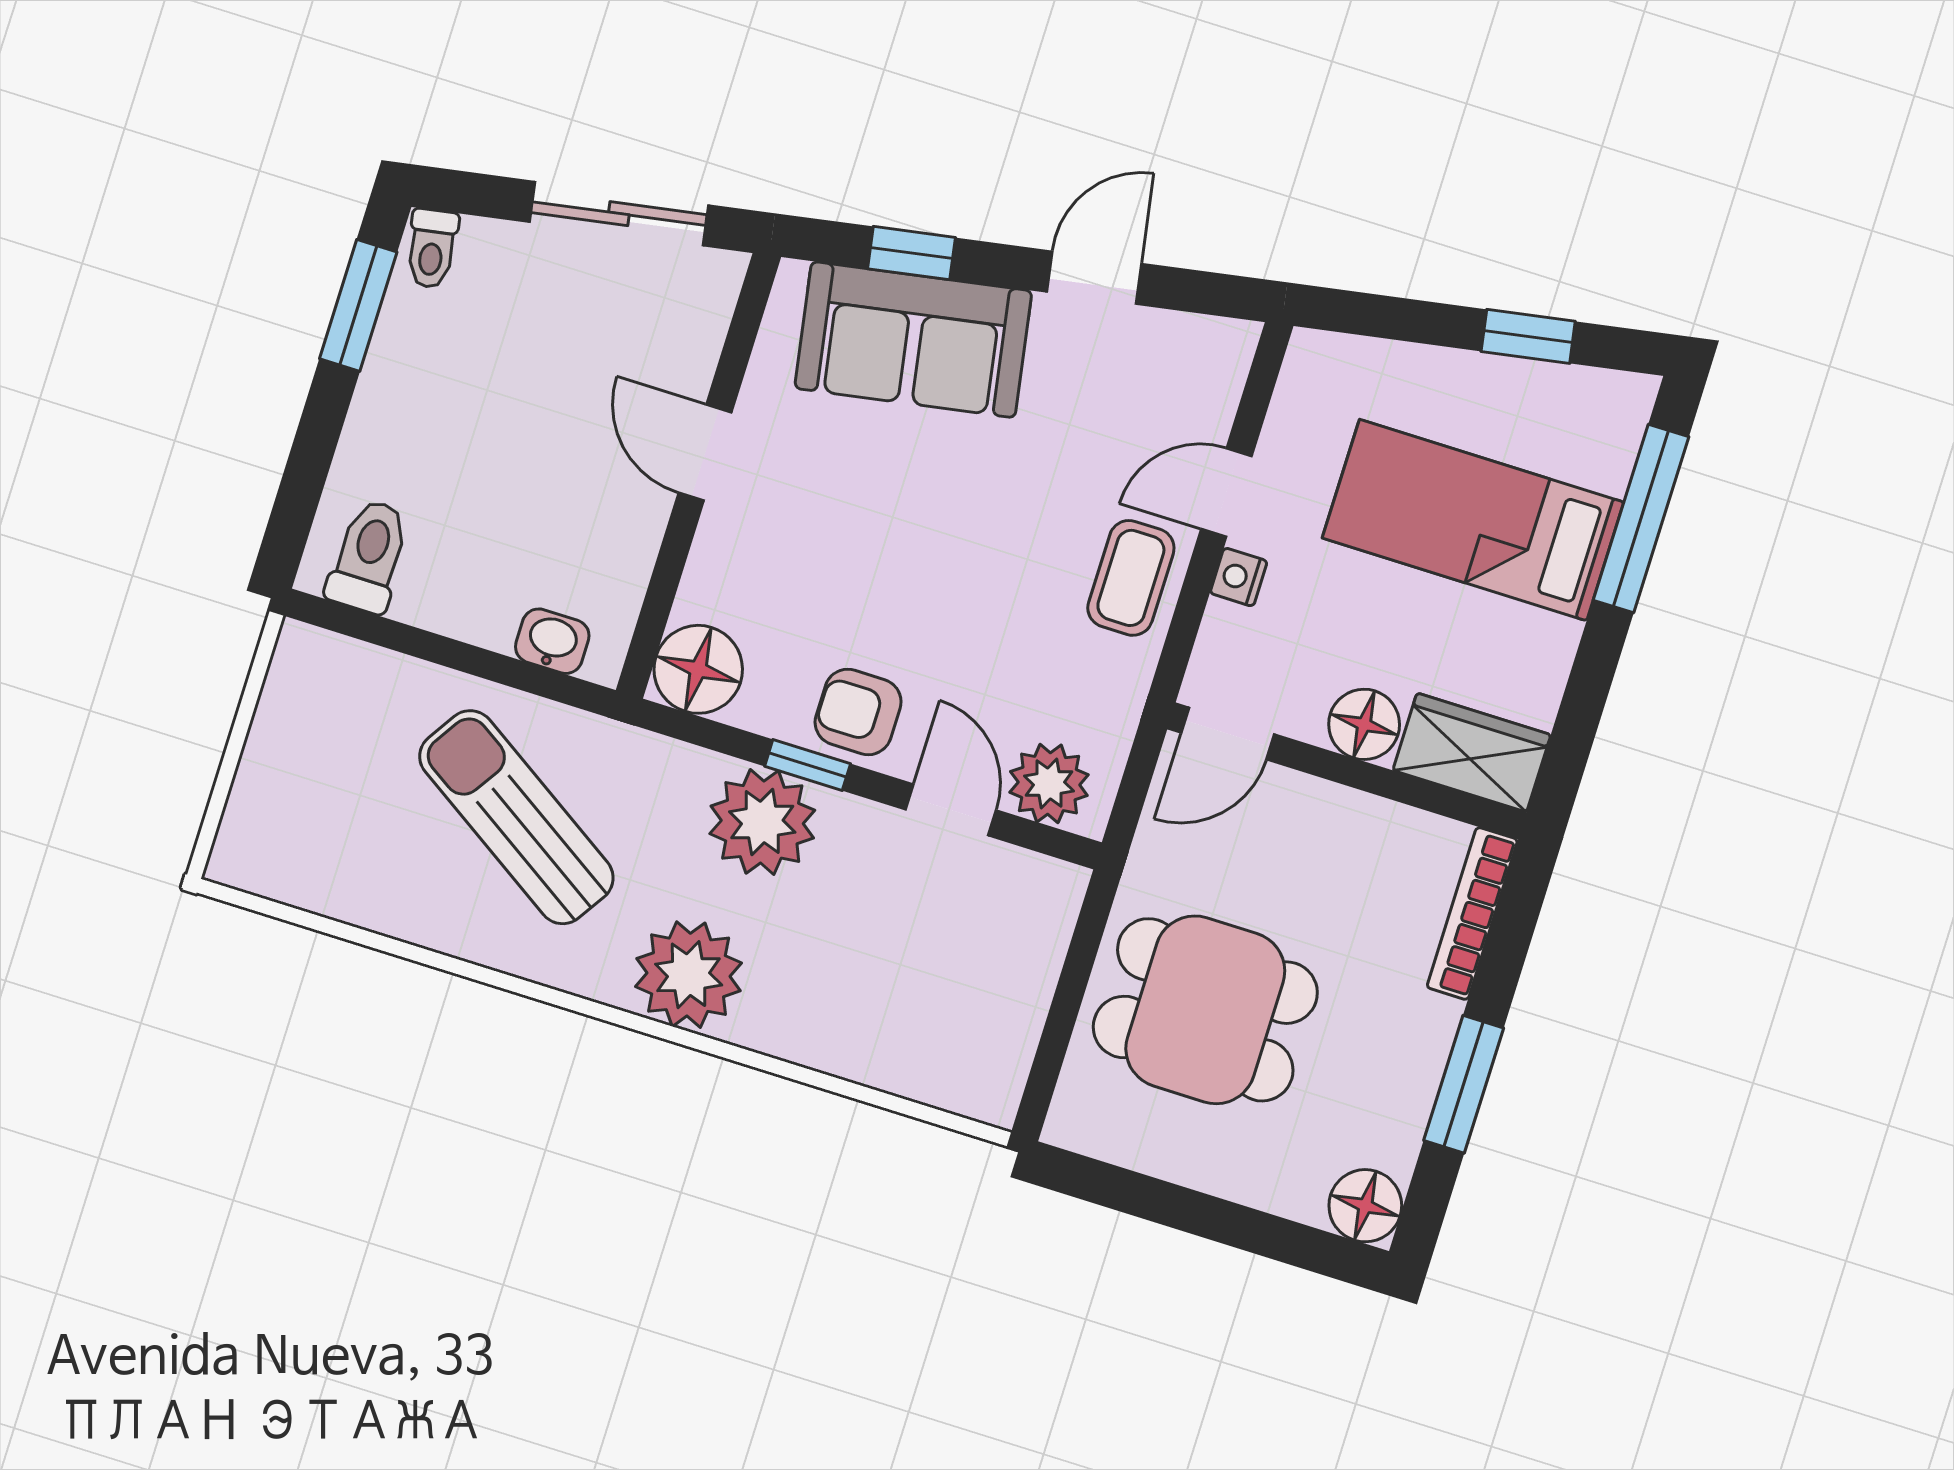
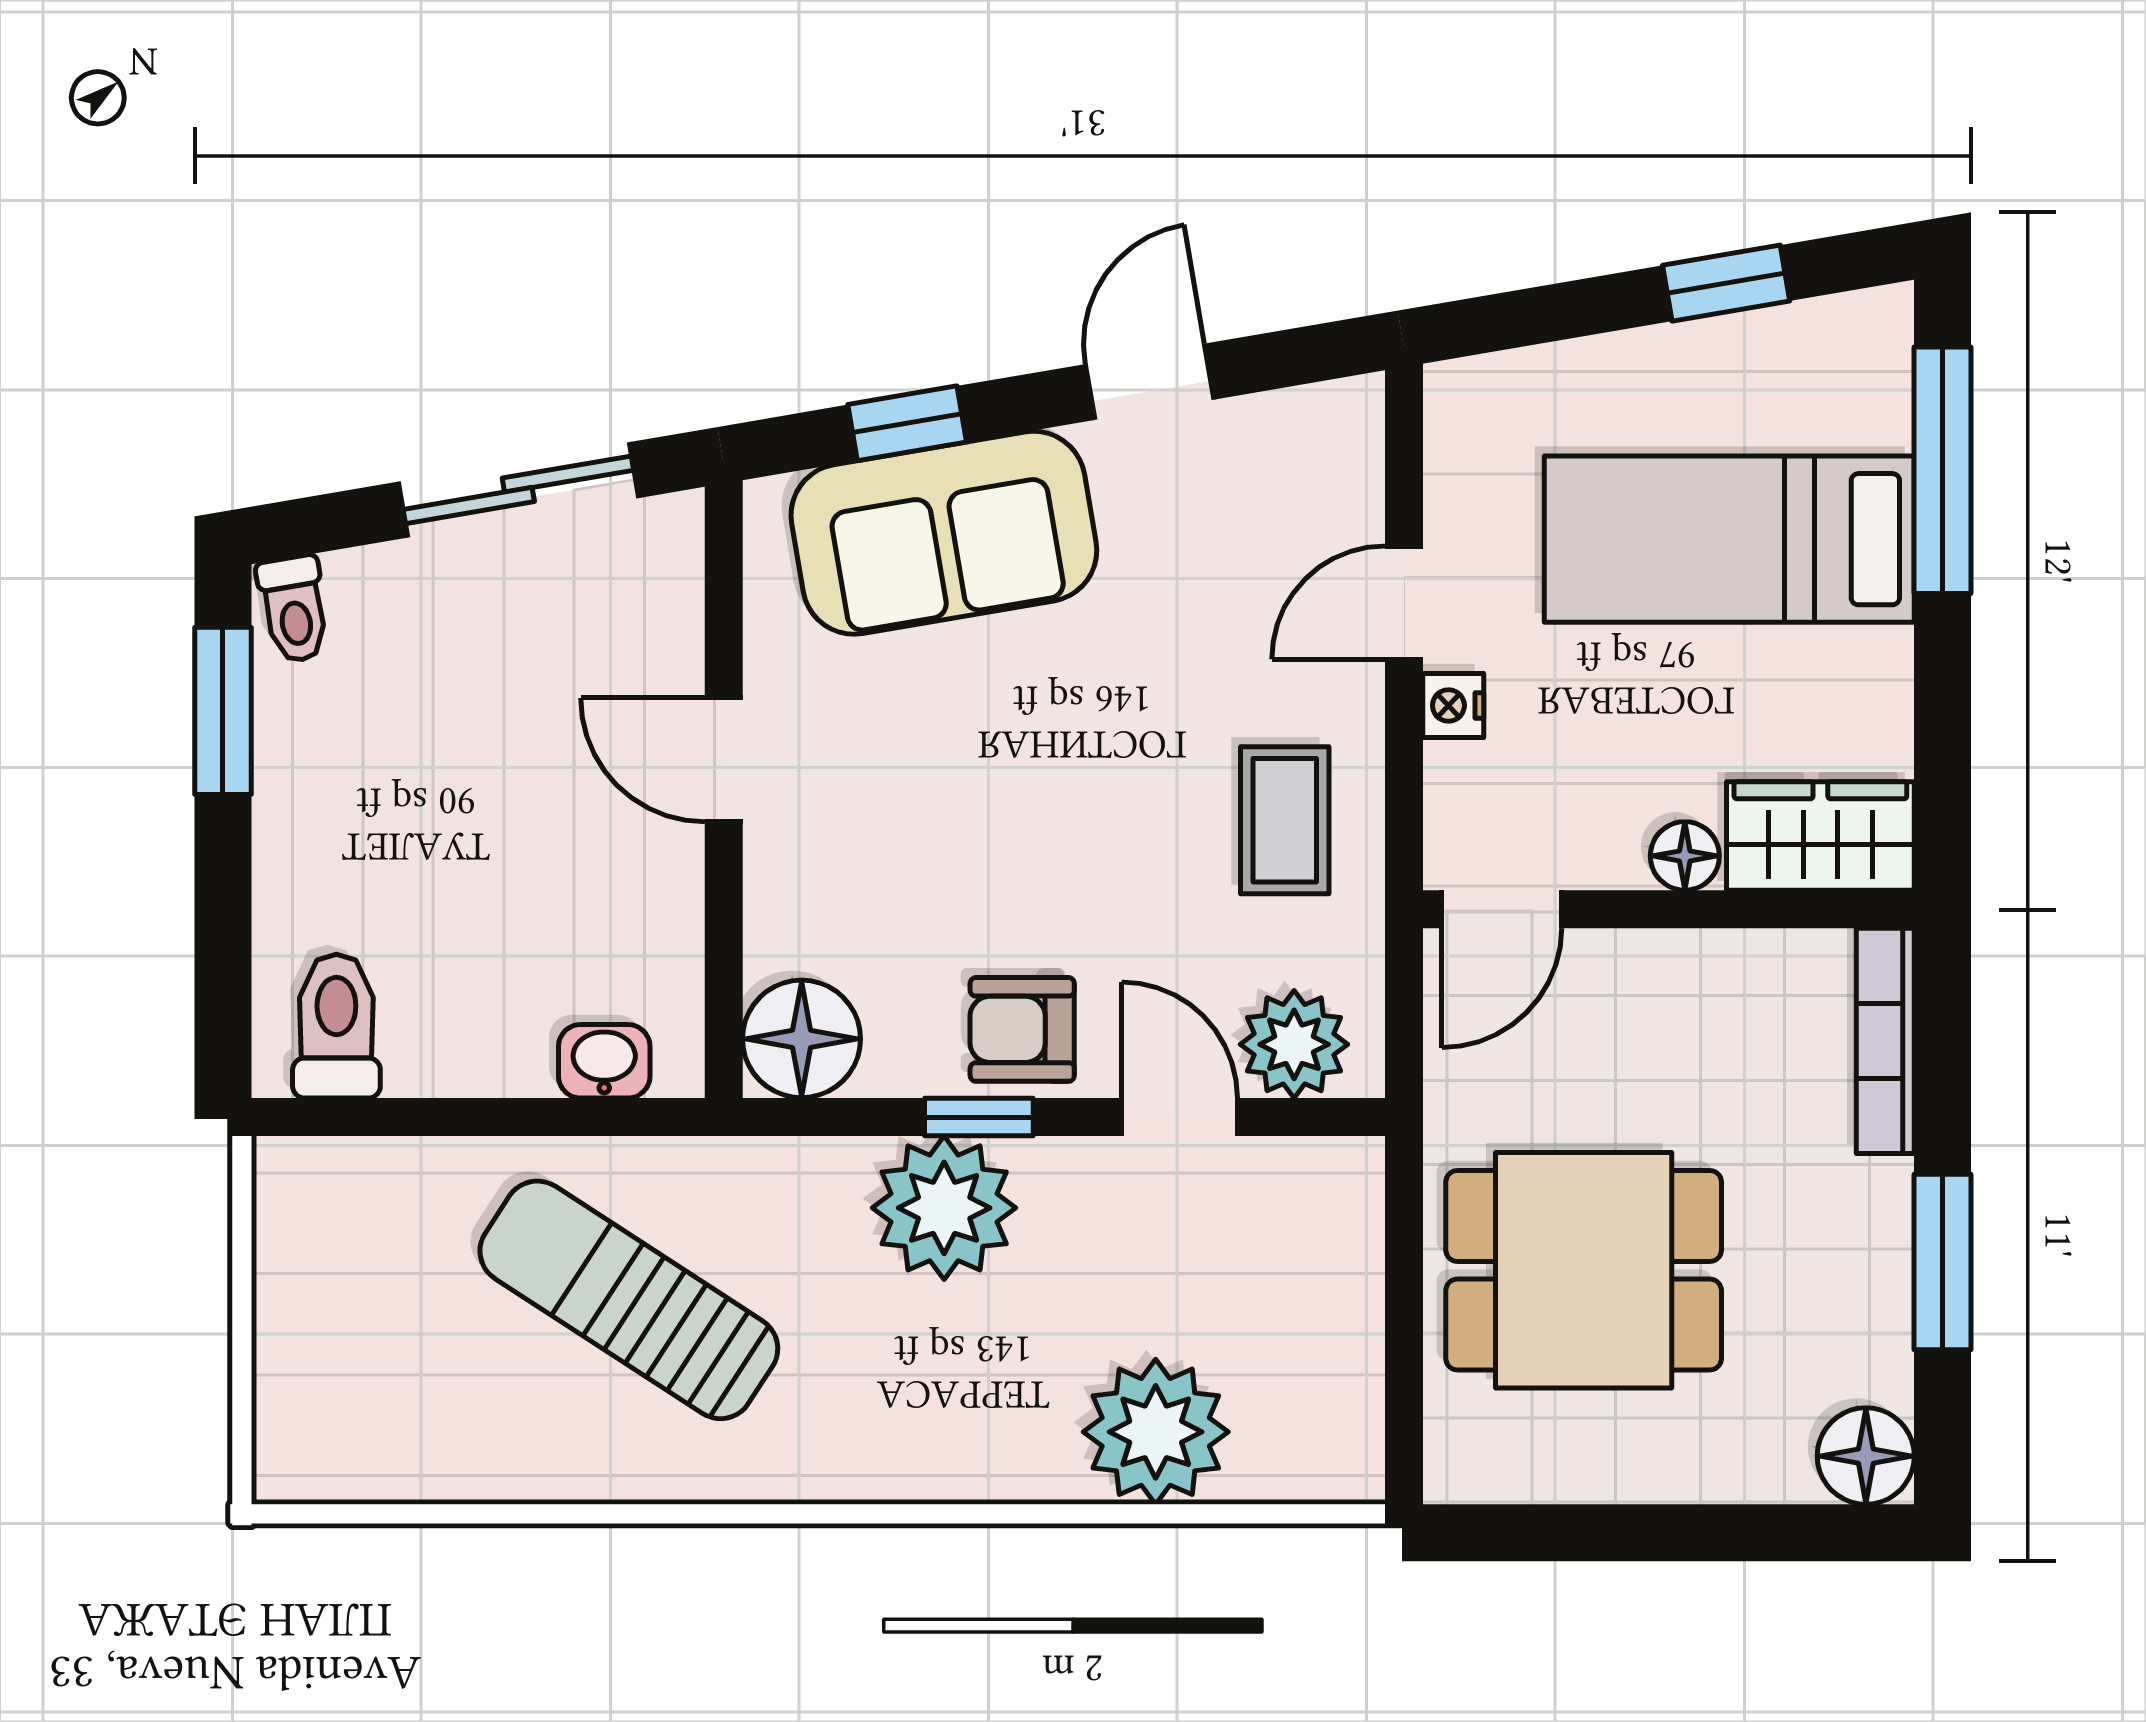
coffee table: (1131, 578) -> (1285, 820), moved
floor lamp: (1364, 724) -> (1685, 856), width x0.73, depth x0.73
plant: (689, 975) -> (1156, 1432), moved

